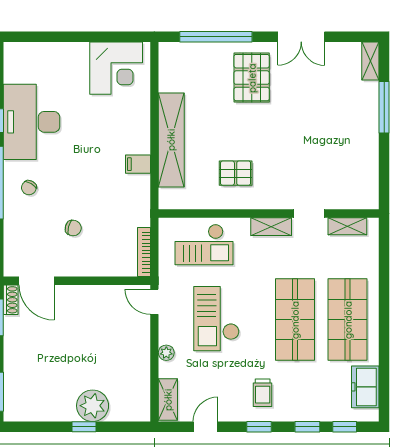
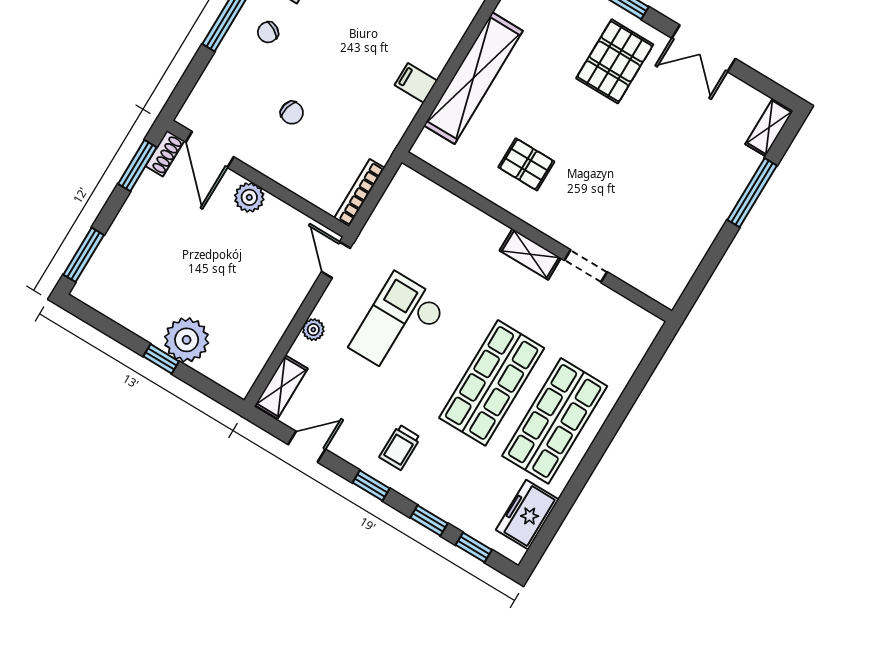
shelving: (347, 226) -> (622, 309), removed
checkout: (204, 245) -> (437, 227), removed
plant: (78, 295) -> (249, 197), added

